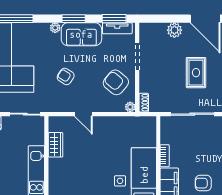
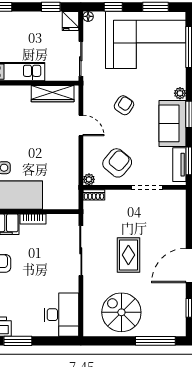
plant: (174, 30) -> (177, 230), removed
rug: (196, 73) -> (128, 255), turned 90
door: (83, 114) -> (81, 126), swing flipped
wardrobe: (56, 145) -> (53, 94), width x1.50

